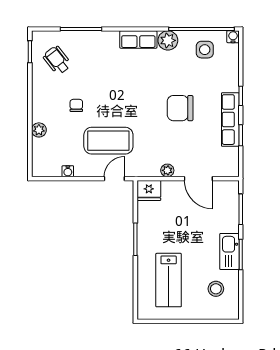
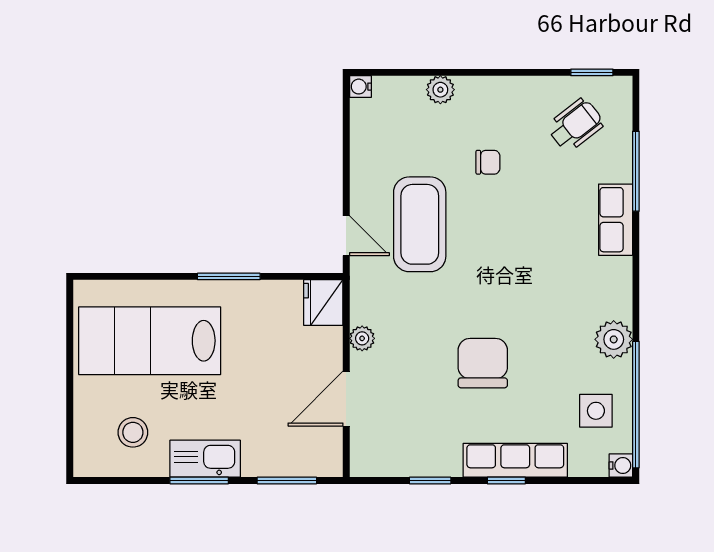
row of seats: (138, 39) -> (616, 220), moved
row of seats: (230, 120) -> (515, 460), moved
water cooler: (68, 171) -> (360, 87), moved
lab bench: (169, 280) -> (150, 341), width x1.36, depth x1.39

